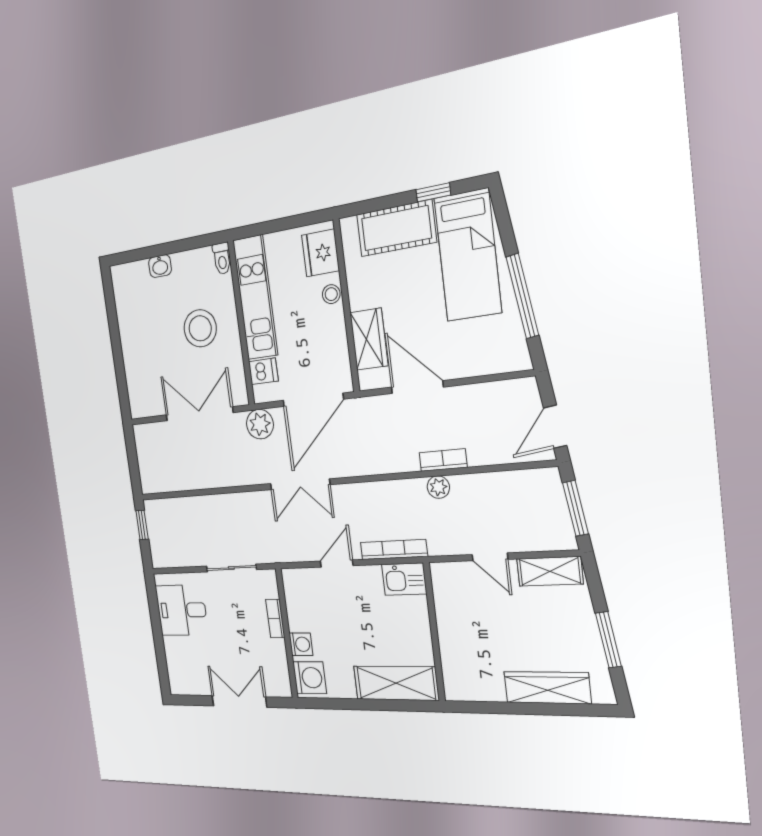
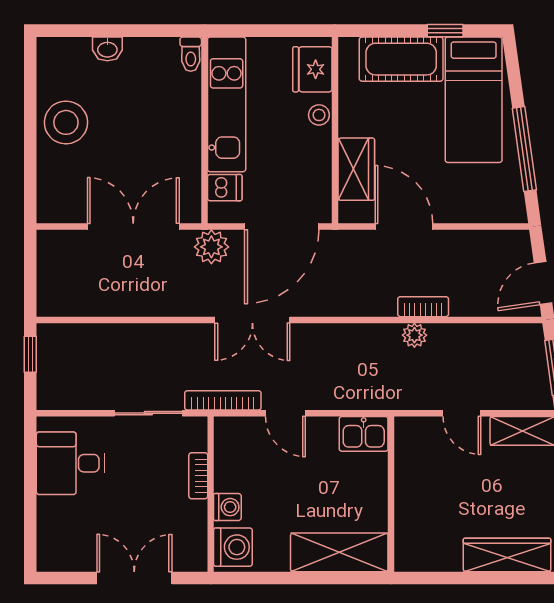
stool: (200, 328) -> (66, 122), moved
bookcase: (394, 549) -> (223, 400), moved
door: (337, 563) -> (285, 413), swing flipped

